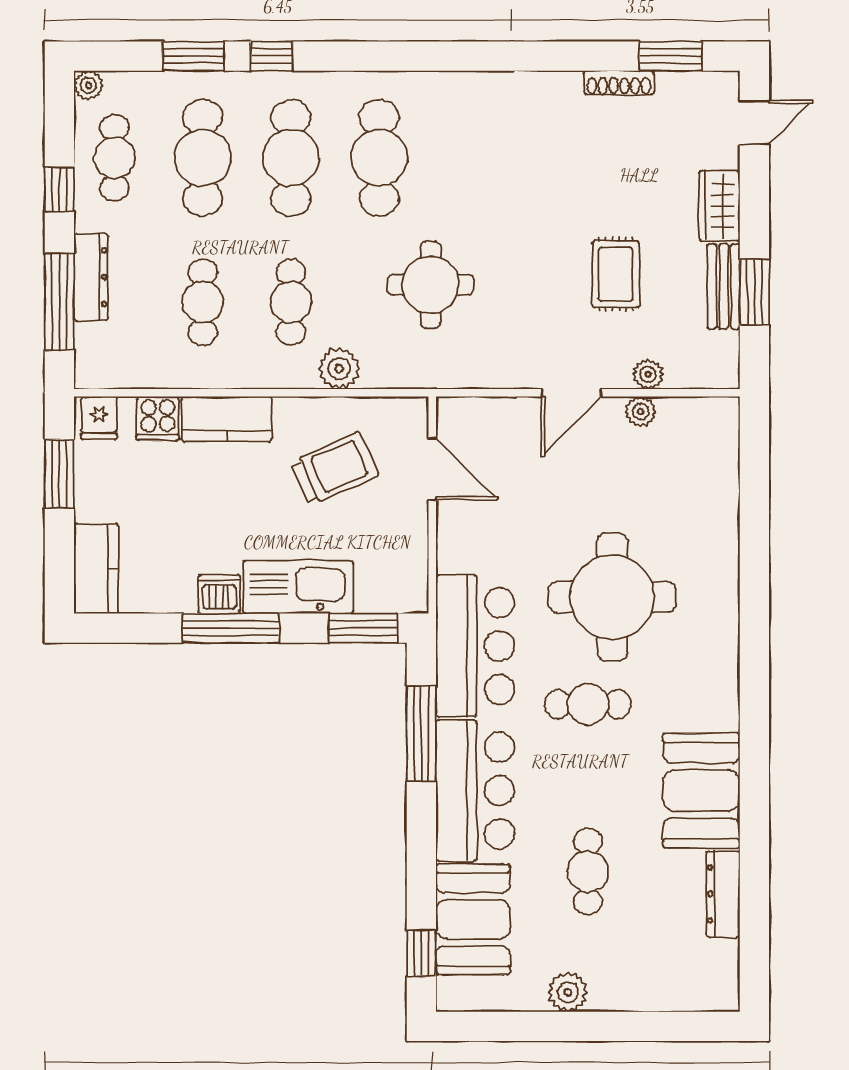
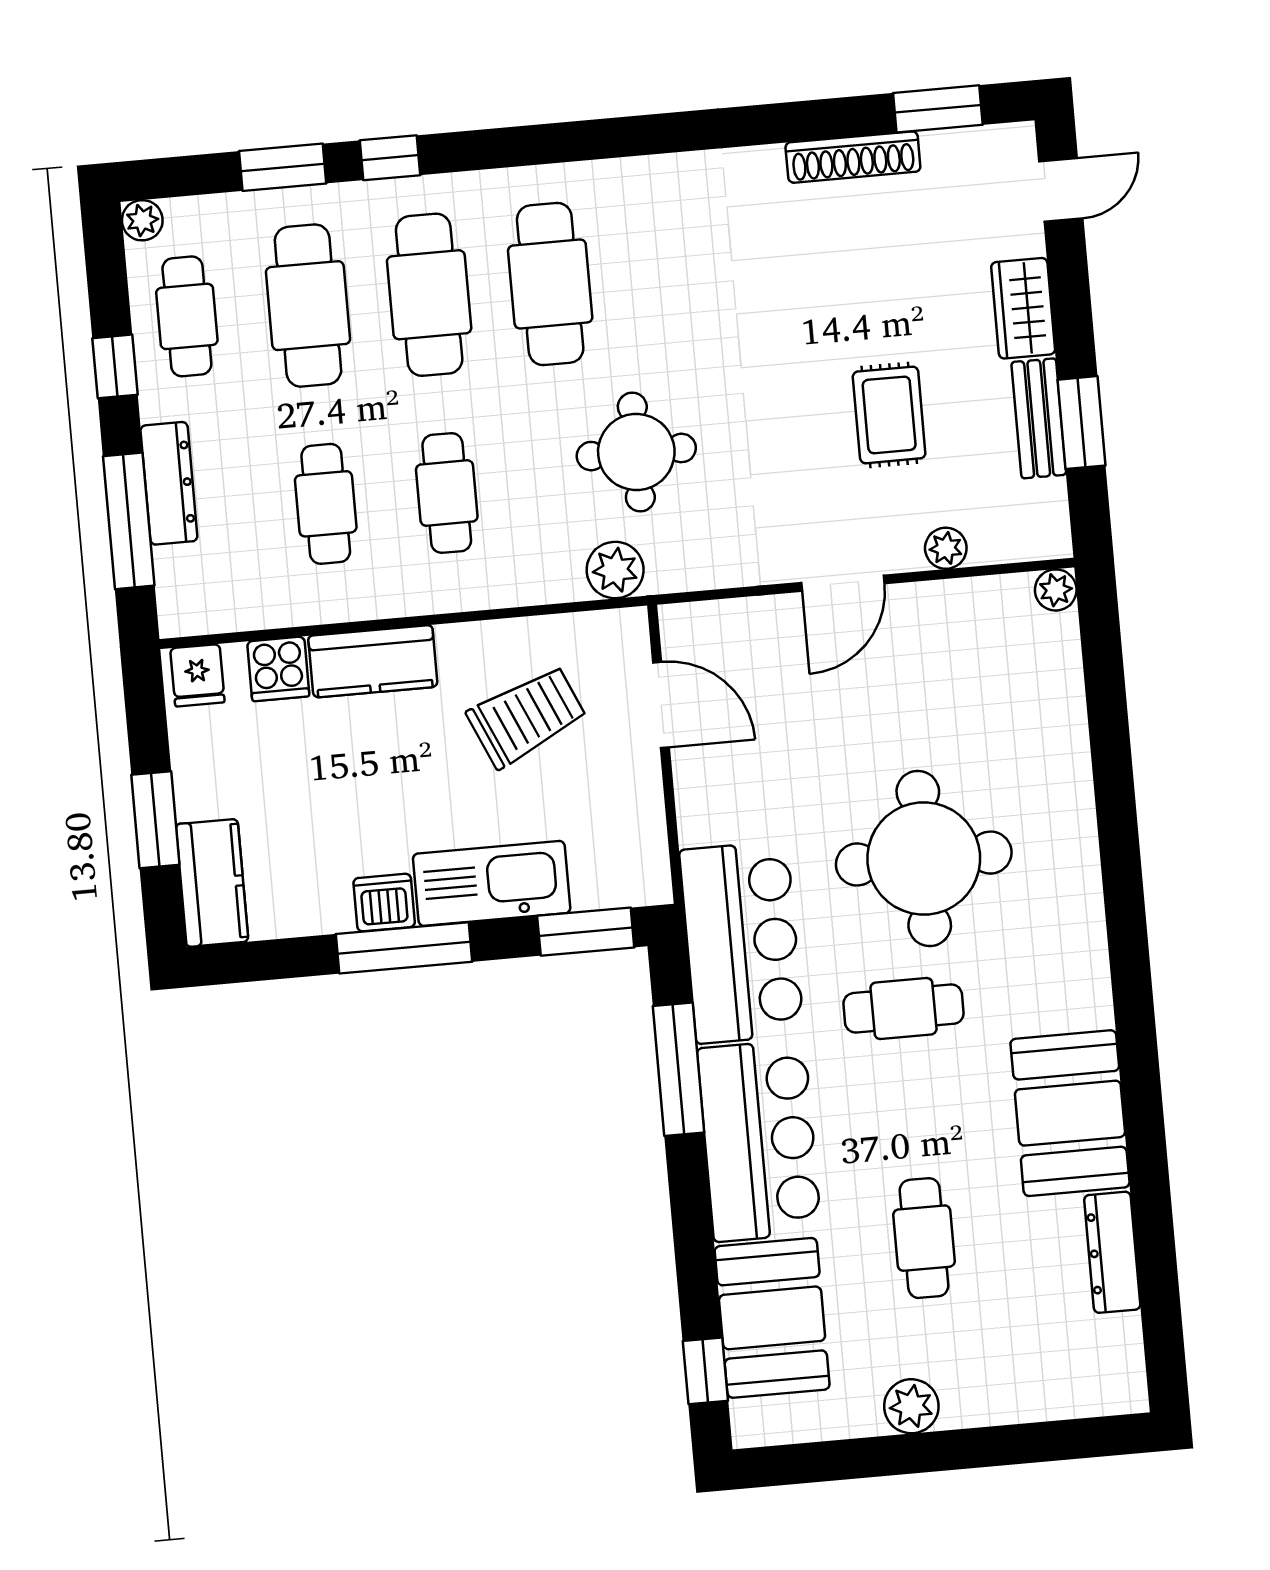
shoe rack: (619, 83) -> (853, 157), width x1.36, depth x1.24
plant: (339, 369) -> (615, 570), moved
plant: (641, 411) -> (1056, 590), moved
window: (59, 474) -> (155, 820), moved

